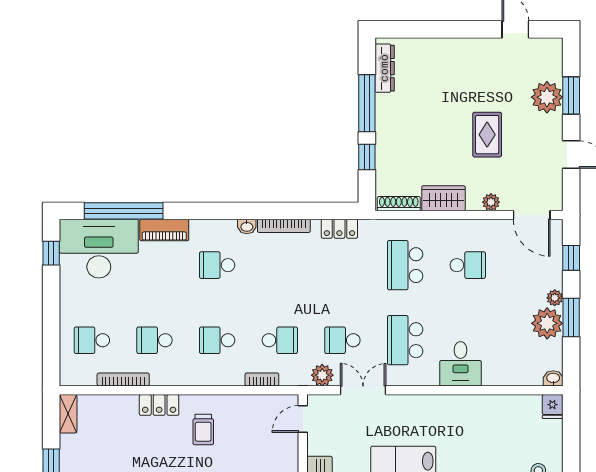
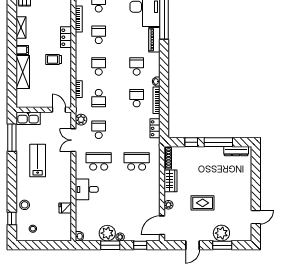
school desk: (468, 265) -> (137, 98), moved, turned 180
double door: (363, 390) -> (73, 140), swing flipped
fridge: (552, 407) -> (65, 208), moved

